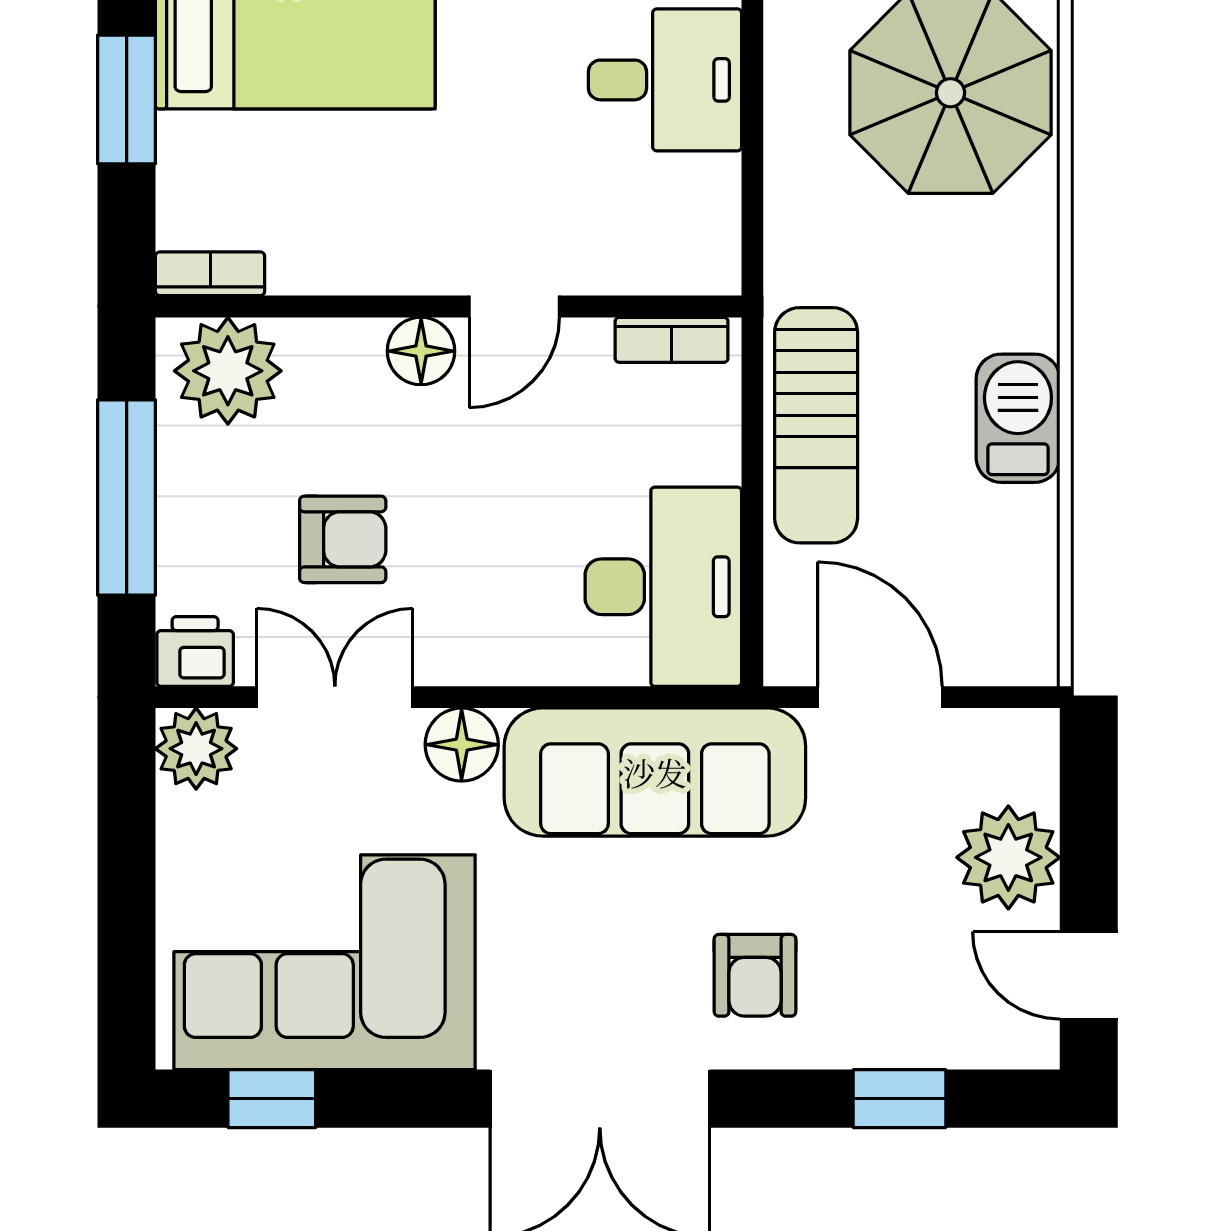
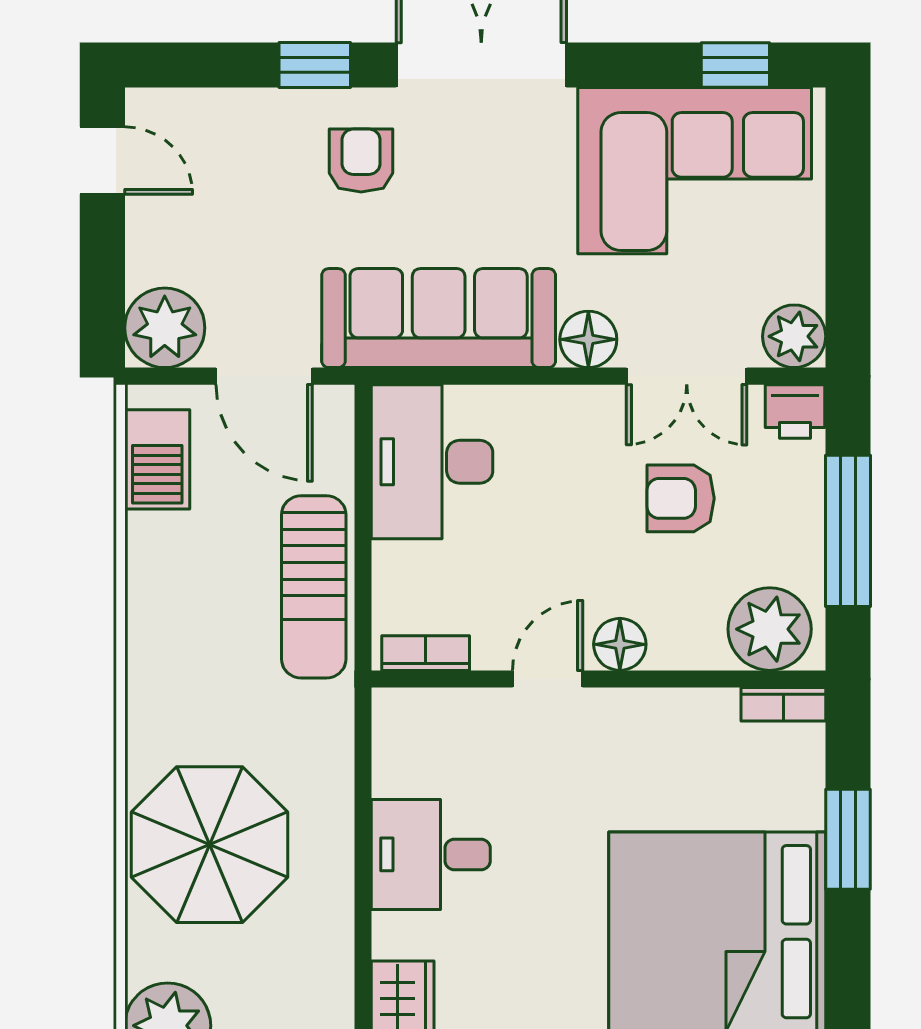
barbecue: (1018, 418) -> (157, 459), moved
sun lounger: (816, 425) -> (314, 587), turned 180
plant: (1008, 857) -> (165, 328), moved
window: (899, 1099) -> (315, 65), moved

